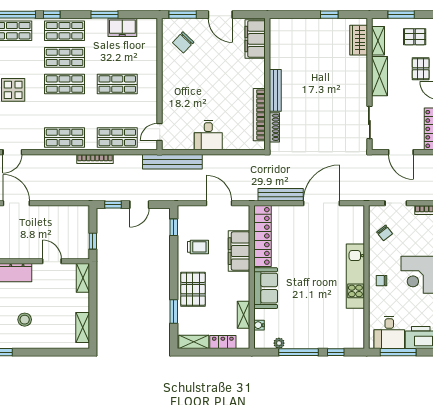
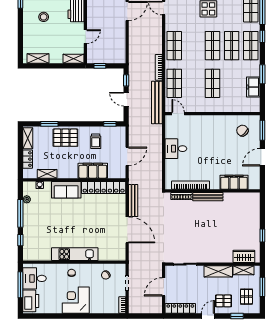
filing cabinet: (255, 39) -> (234, 182), moved
bench: (172, 162) -> (157, 103), moved

